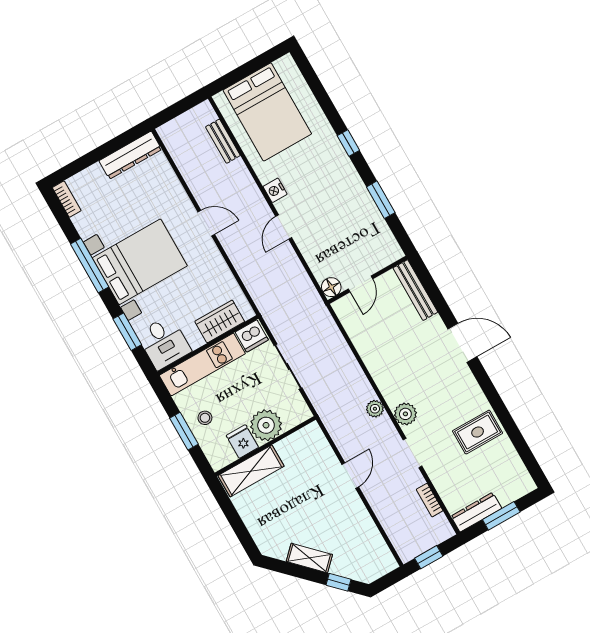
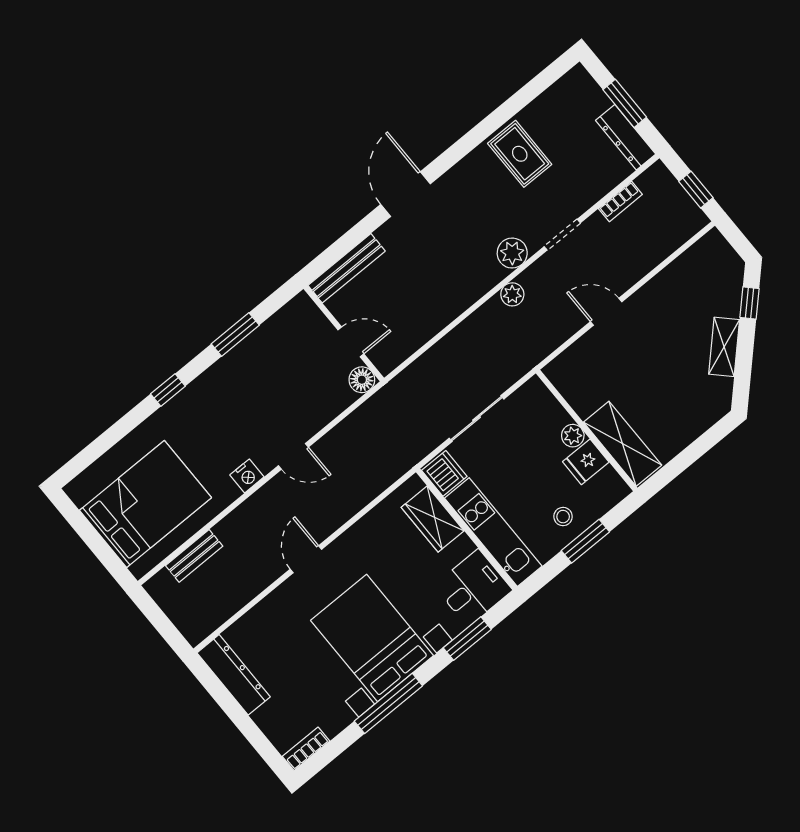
plant: (266, 425) -> (573, 436), width x0.53, depth x0.53

